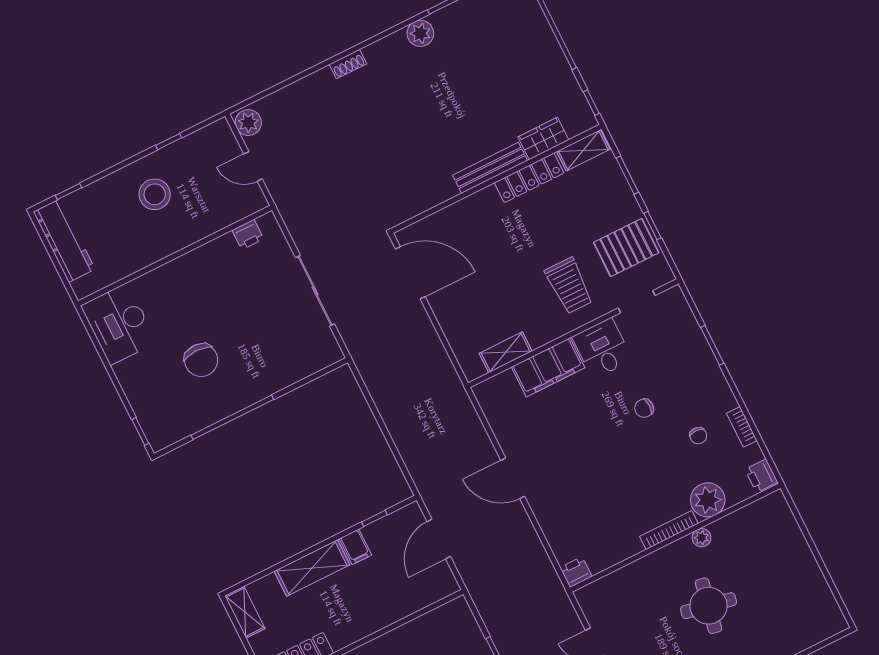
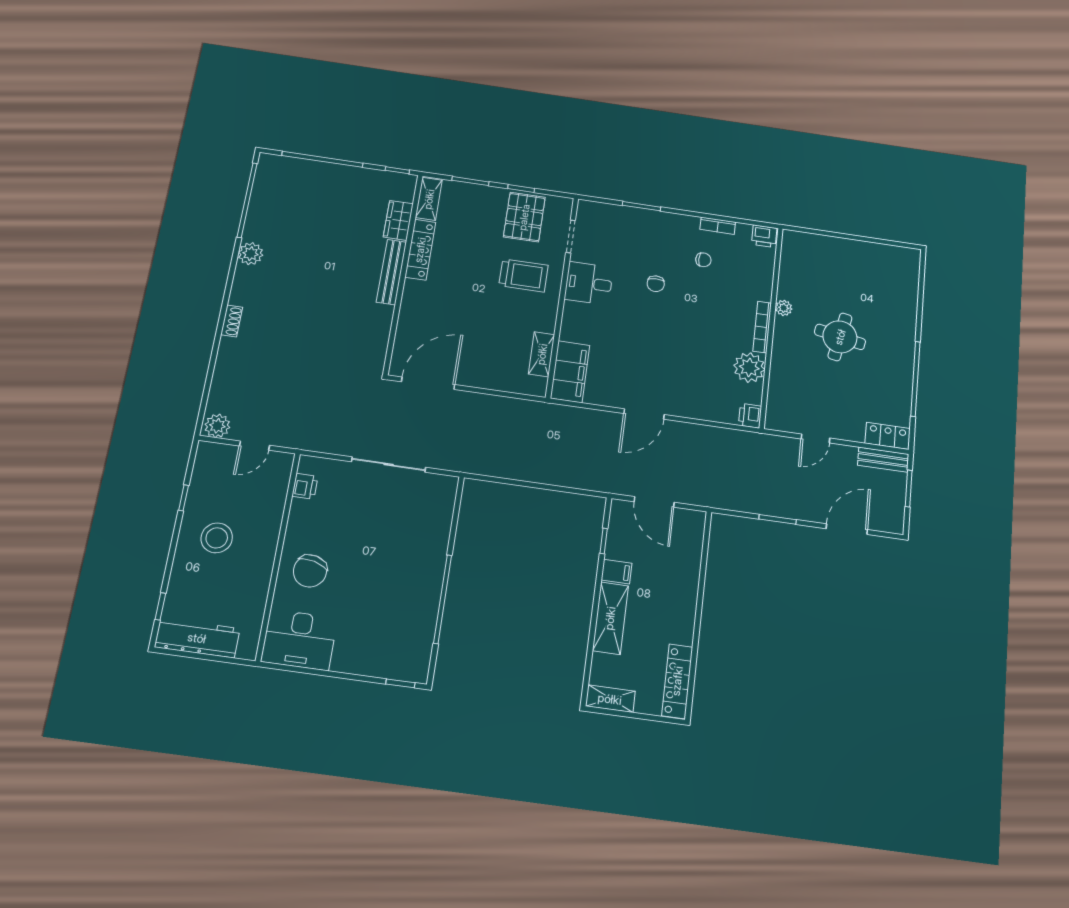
chair: (201, 360) -> (310, 571), moved, turned 104
filing cabinet: (548, 367) -> (570, 372), moved
plant: (708, 500) -> (749, 367), moved

